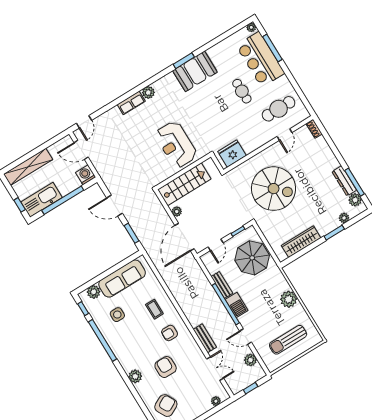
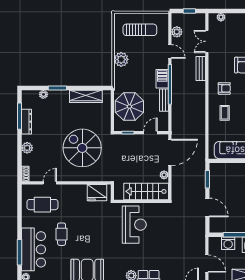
washing machine: (86, 175) -> (228, 243), moved
plant: (355, 200) -> (27, 148), moved

